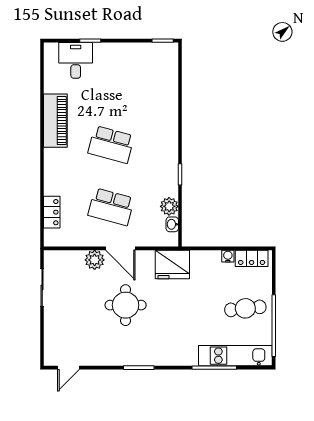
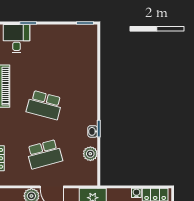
school desk: (111, 207) -> (44, 154), turned -30
washbasin: (172, 224) -> (93, 131), moved

